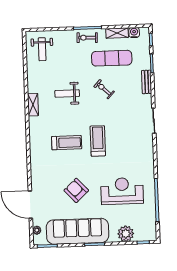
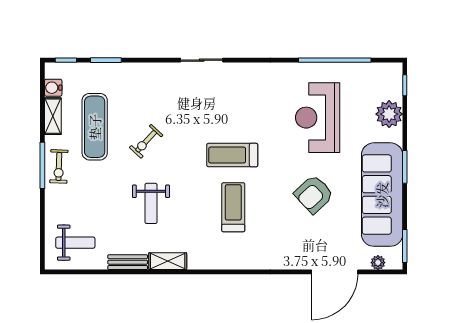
bench: (147, 82) -> (128, 262), moved

